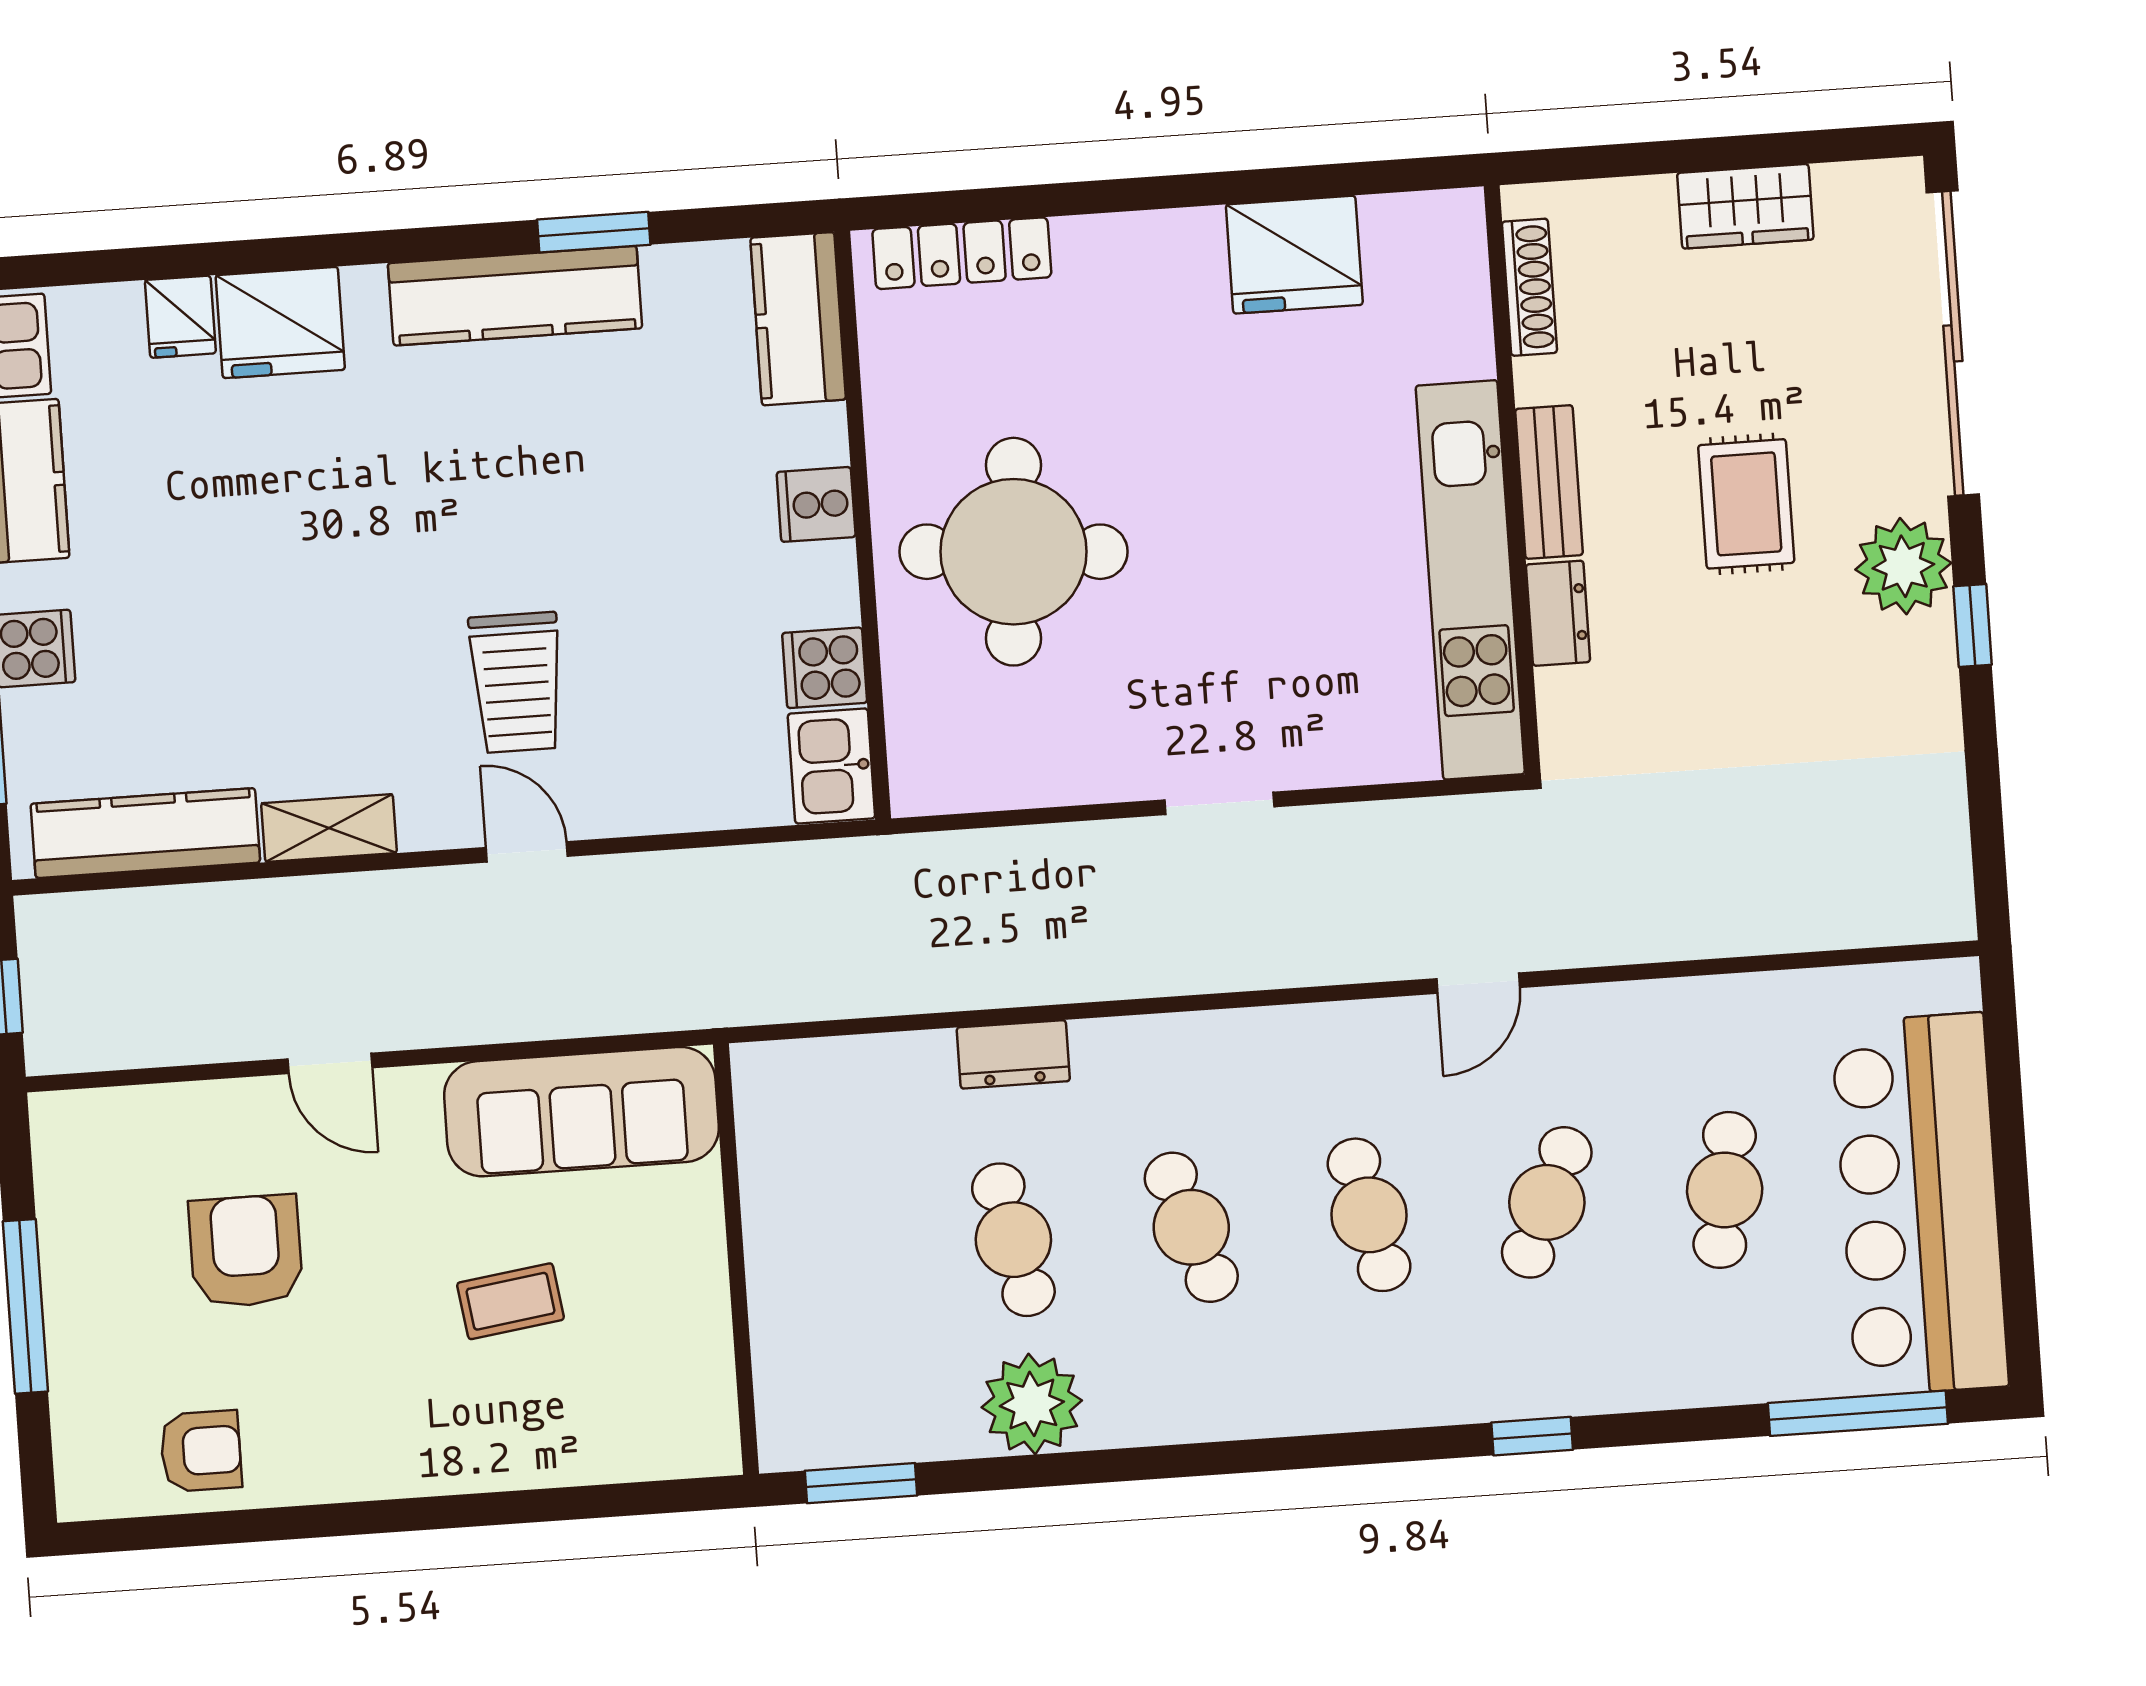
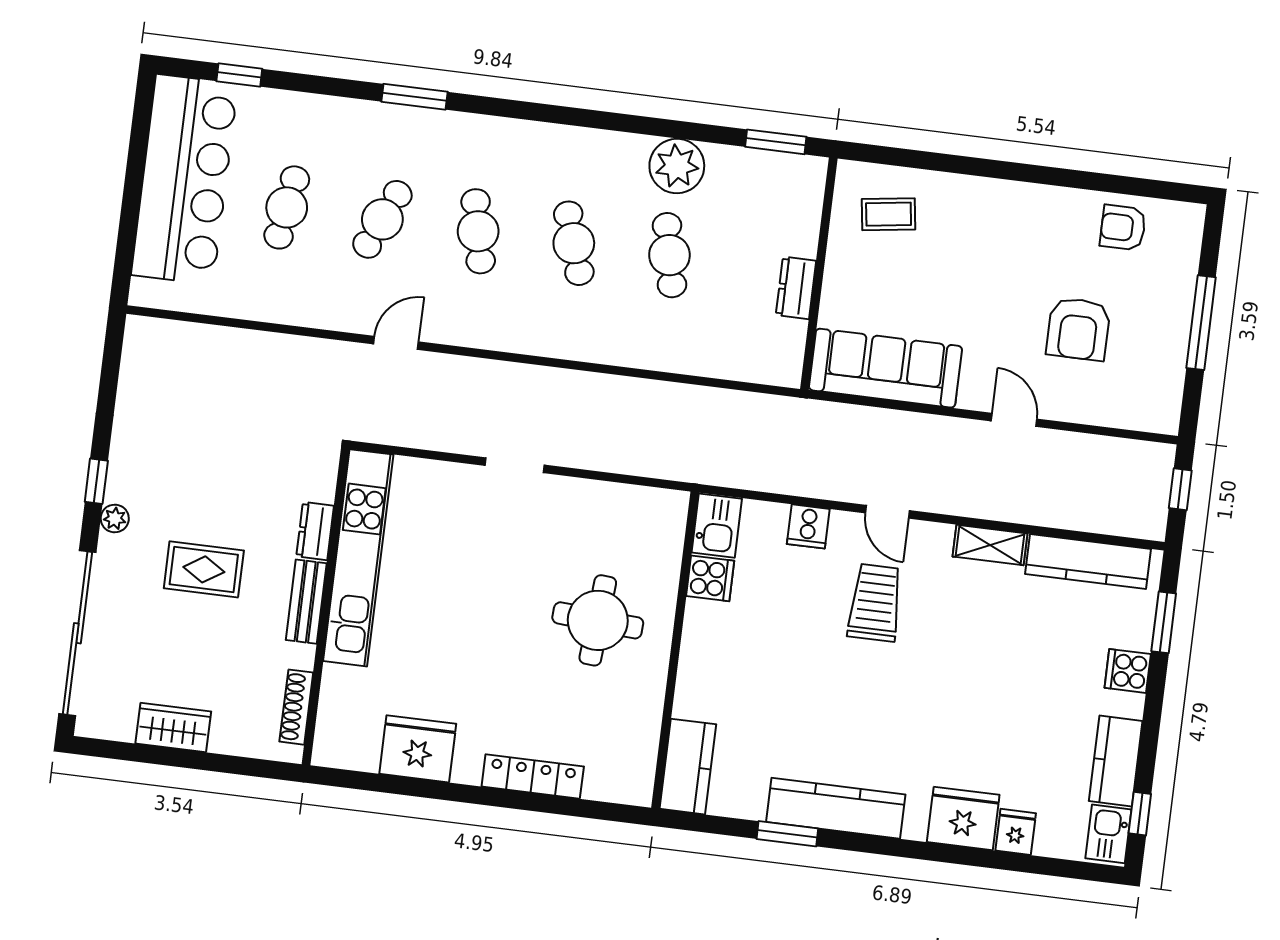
locker: (962, 253) -> (533, 777), moved
cooker: (816, 504) -> (808, 526), moved, turned 90
rug: (1746, 504) -> (204, 569), turned 90
round table: (1014, 552) -> (598, 620), width x0.73, depth x0.73
plant: (1903, 566) -> (115, 519), width x0.53, depth x0.53
dresser: (1013, 1054) -> (796, 288), moved, turned -90
coffee table: (510, 1301) -> (889, 214), moved
window: (1858, 1413) -> (239, 75), width x0.46
window: (1532, 1436) -> (415, 97), width x1.50

